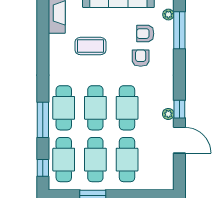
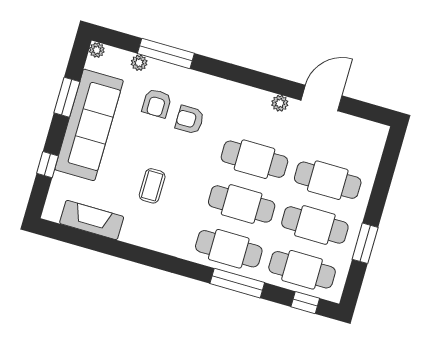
coffee table: (90, 46) -> (152, 186), width x0.73, depth x0.77
window: (179, 109) -> (278, 85), removed

